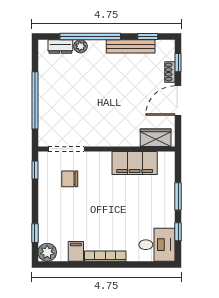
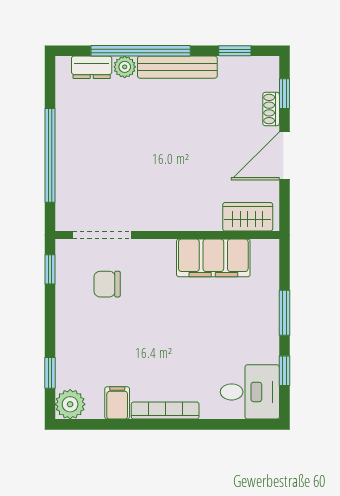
bench: (131, 46) -> (177, 67), moved

